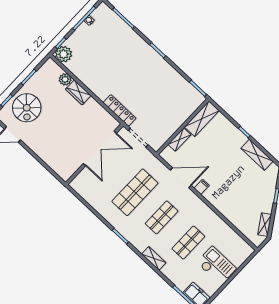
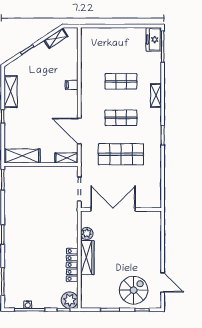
plant: (65, 79) -> (87, 233), moved
wardrobe: (78, 92) -> (87, 258), width x1.50
locker: (120, 110) -> (72, 265), moved
shelving: (179, 140) -> (67, 158), moved
filing cabinet: (202, 187) -> (72, 85), moved
checkout: (216, 266) -> (118, 45), removed

